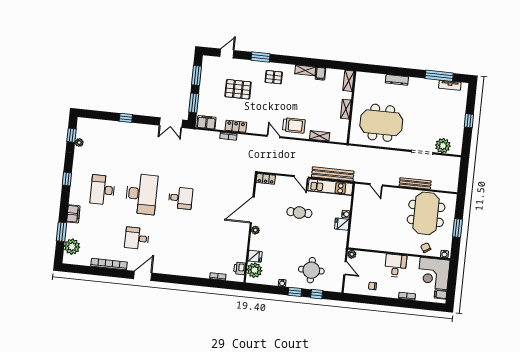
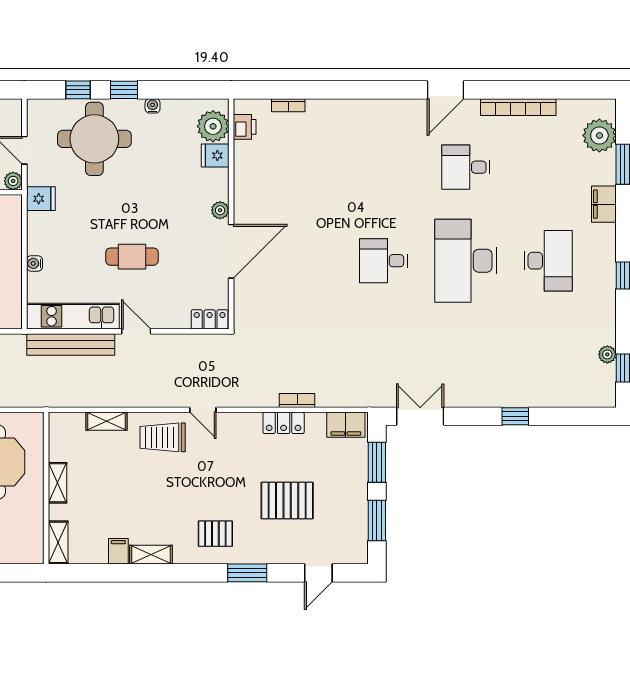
fridge: (342, 224) -> (41, 199), moved
desk: (137, 238) -> (466, 167), turned 180
round table: (311, 270) -> (94, 139), width x1.36, depth x1.36

